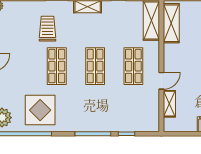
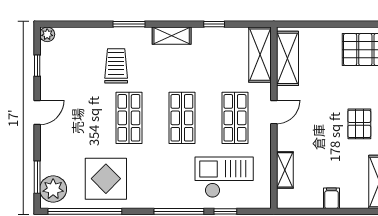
door: (161, 81) -> (274, 112), moved
checkout: (126, 109) -> (224, 177), added

